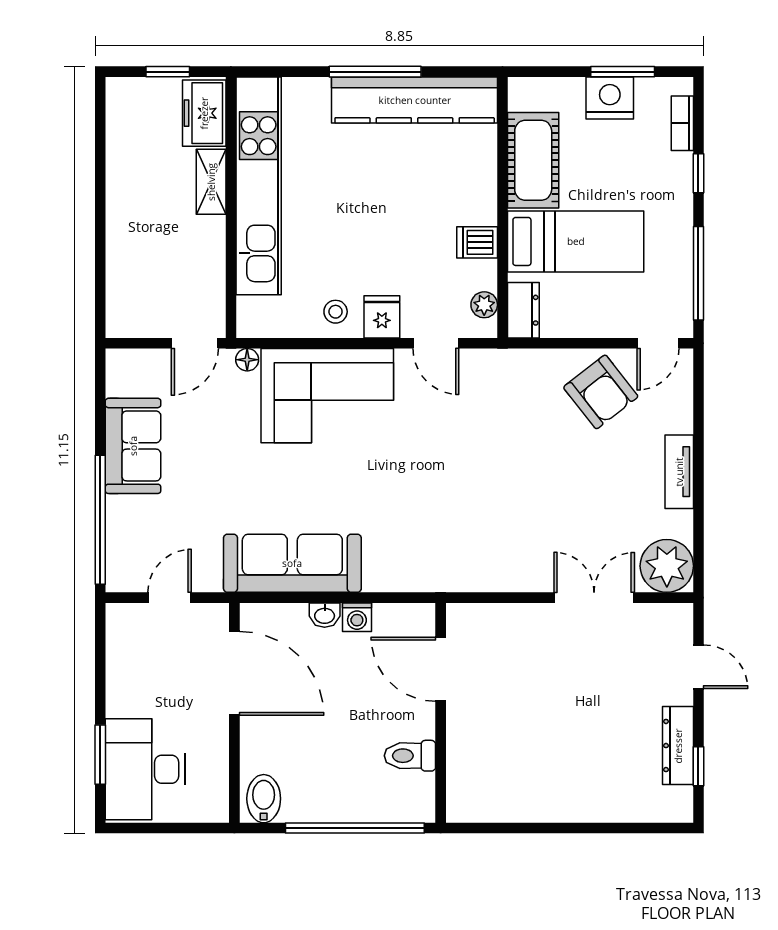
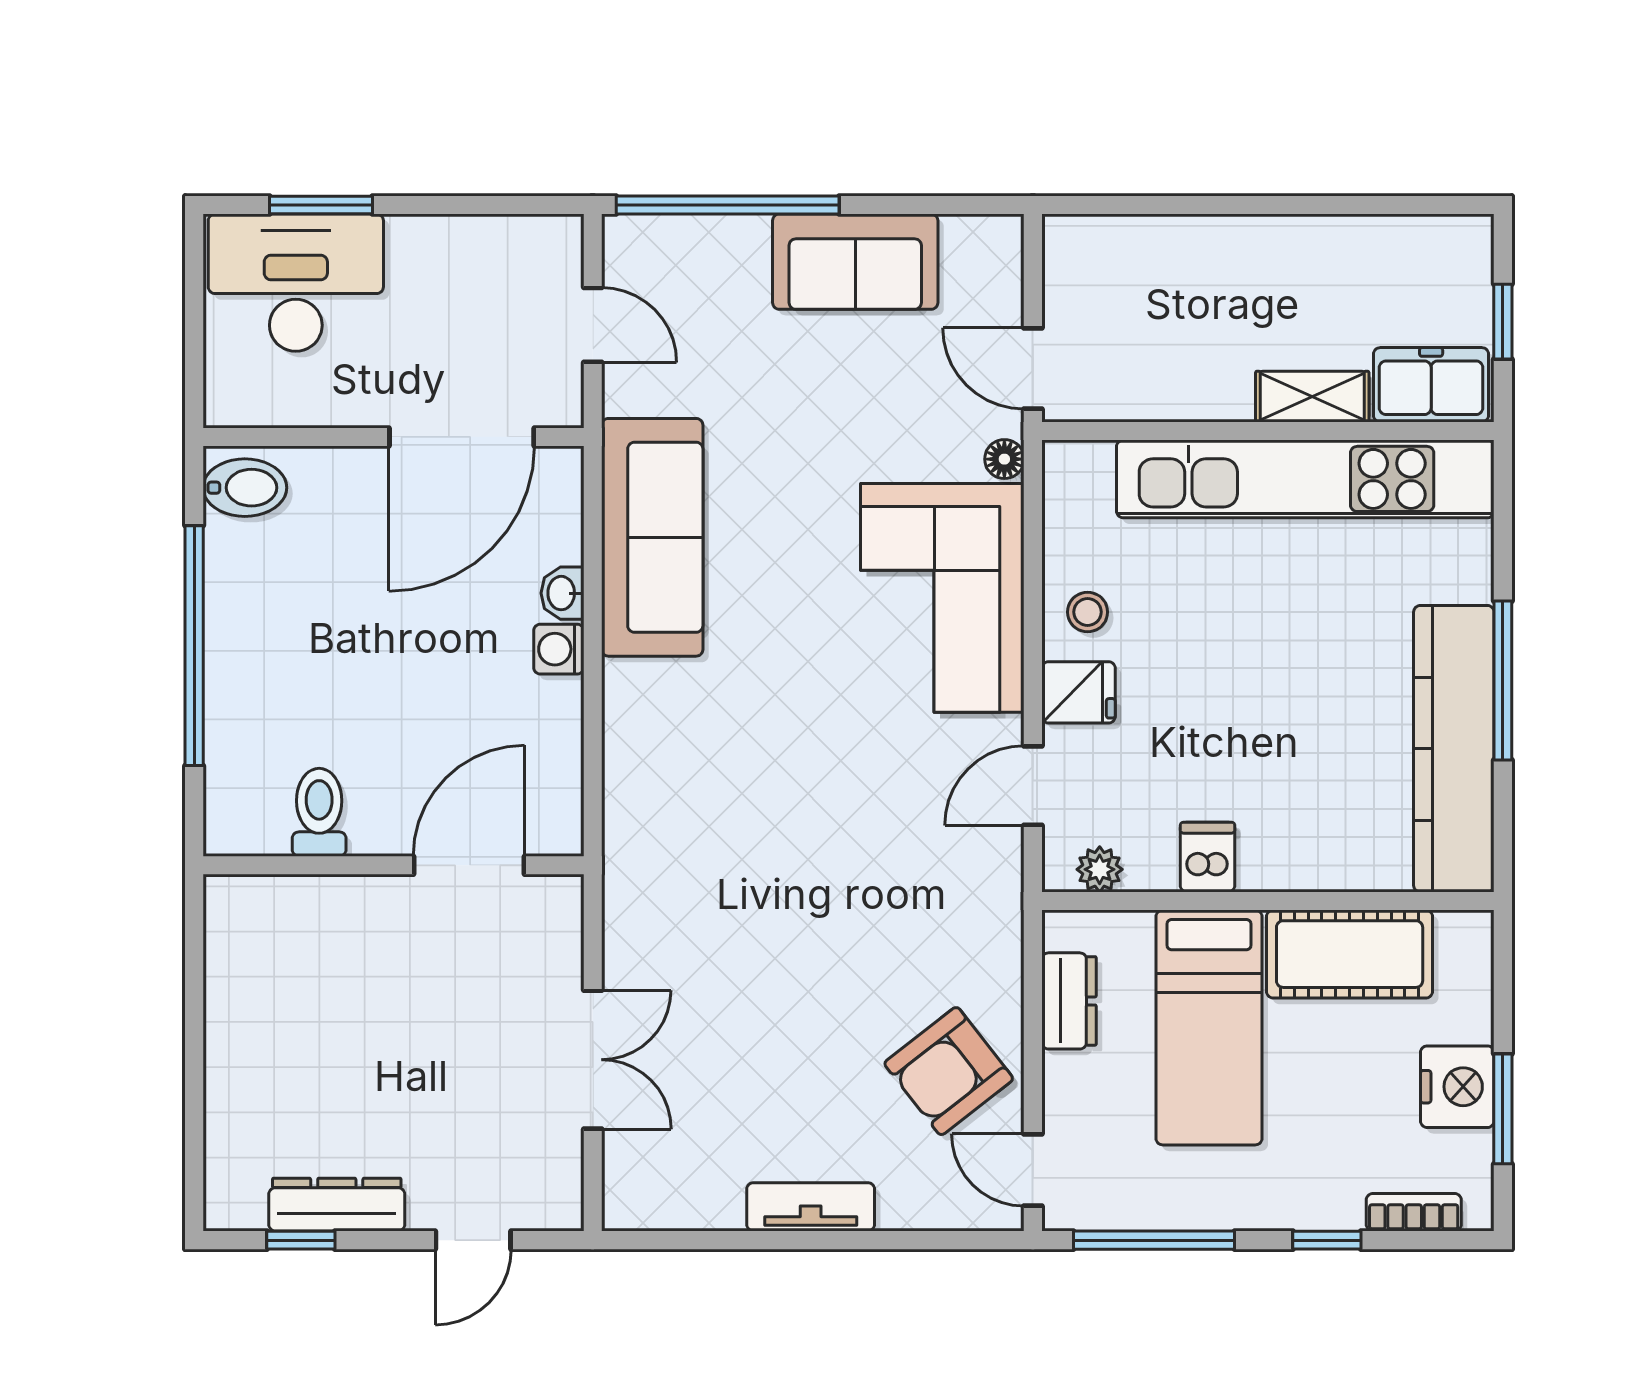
dresser: (523, 310) -> (1069, 1001), moved, turned -90
plant: (667, 566) -> (648, 1185), removed
door: (441, 669) -> (469, 865), moved
wall: (441, 713) -> (393, 865), moved
toilet: (410, 756) -> (319, 812), moved

